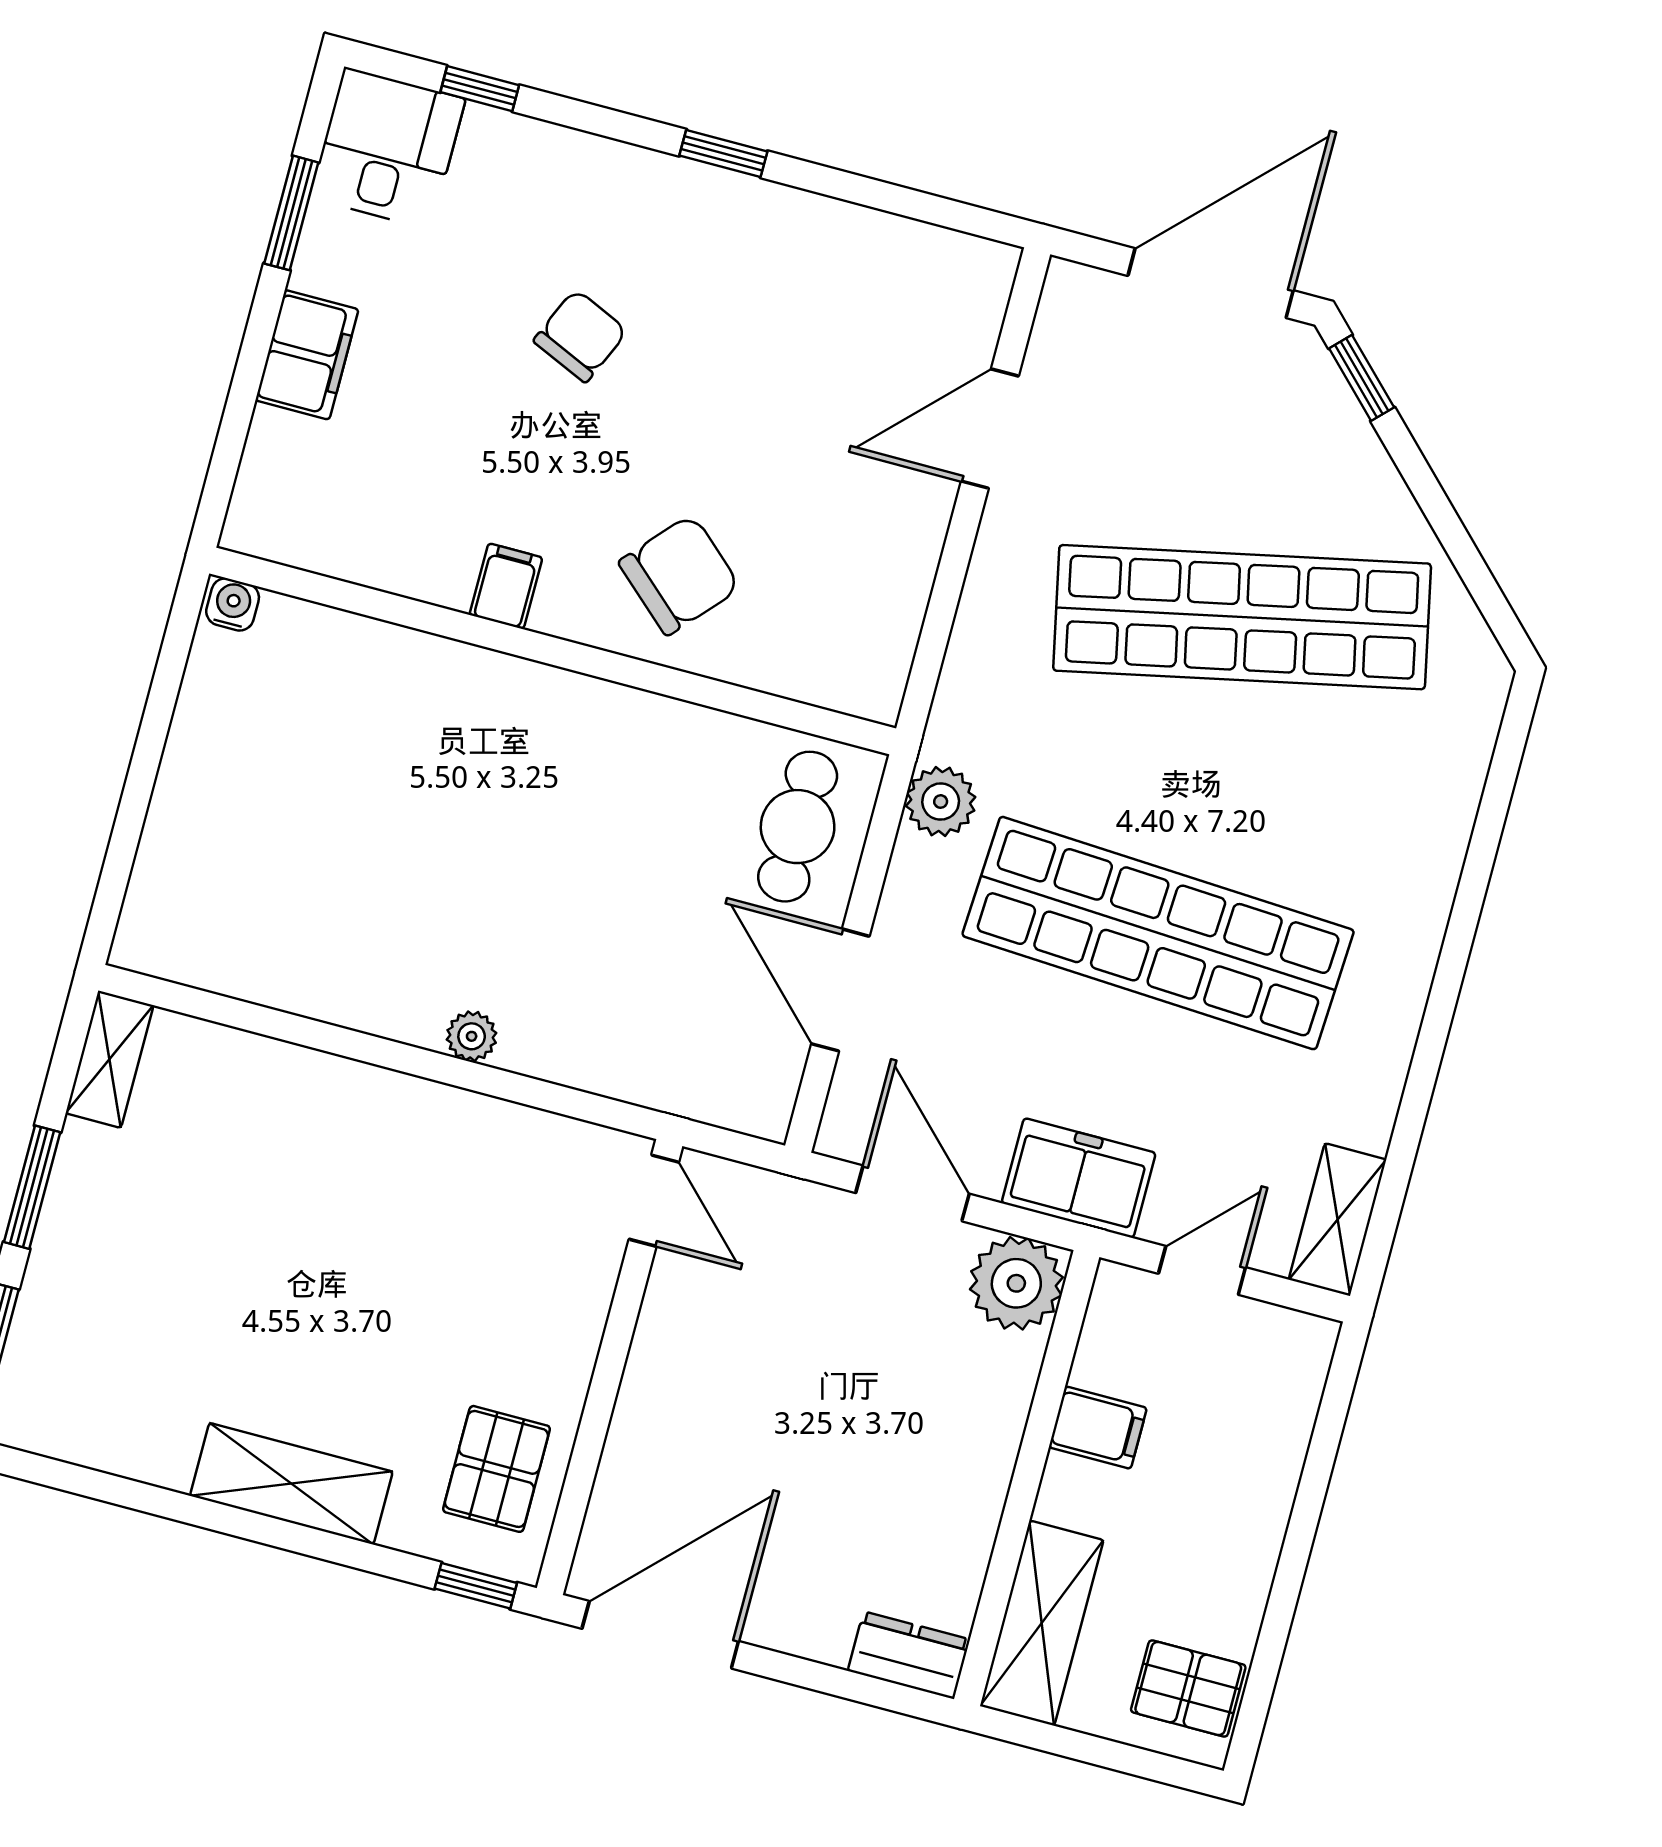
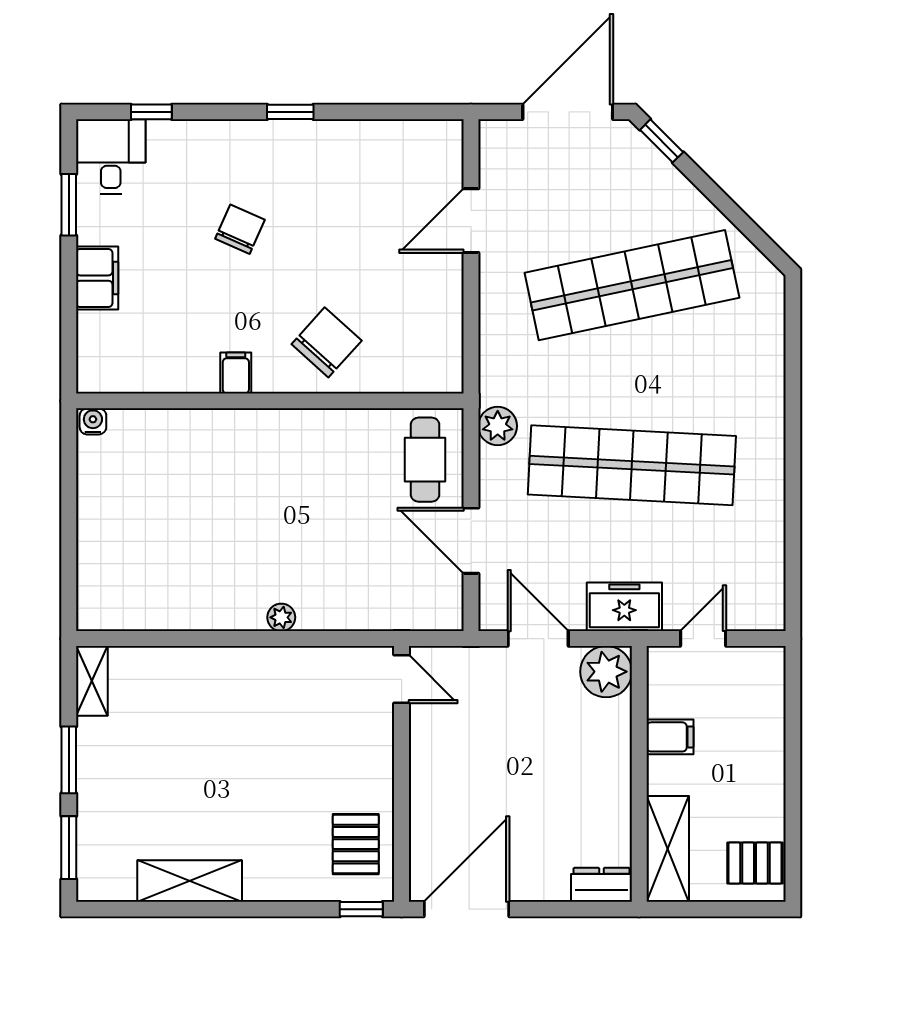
shelving: (1337, 1219) -> (768, 592), removed
shelving: (291, 1484) -> (190, 881), moved

